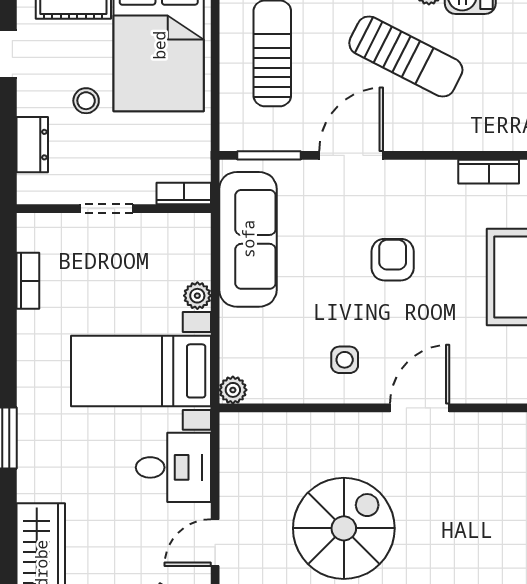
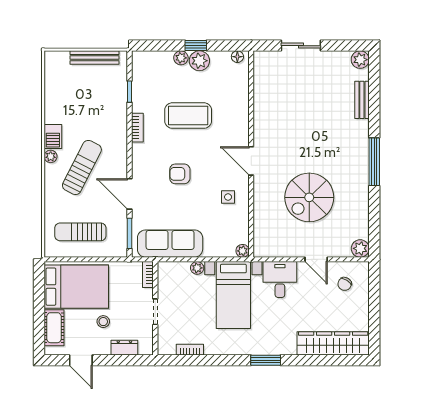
spiral stairs: (344, 528) -> (309, 197), turned -90

